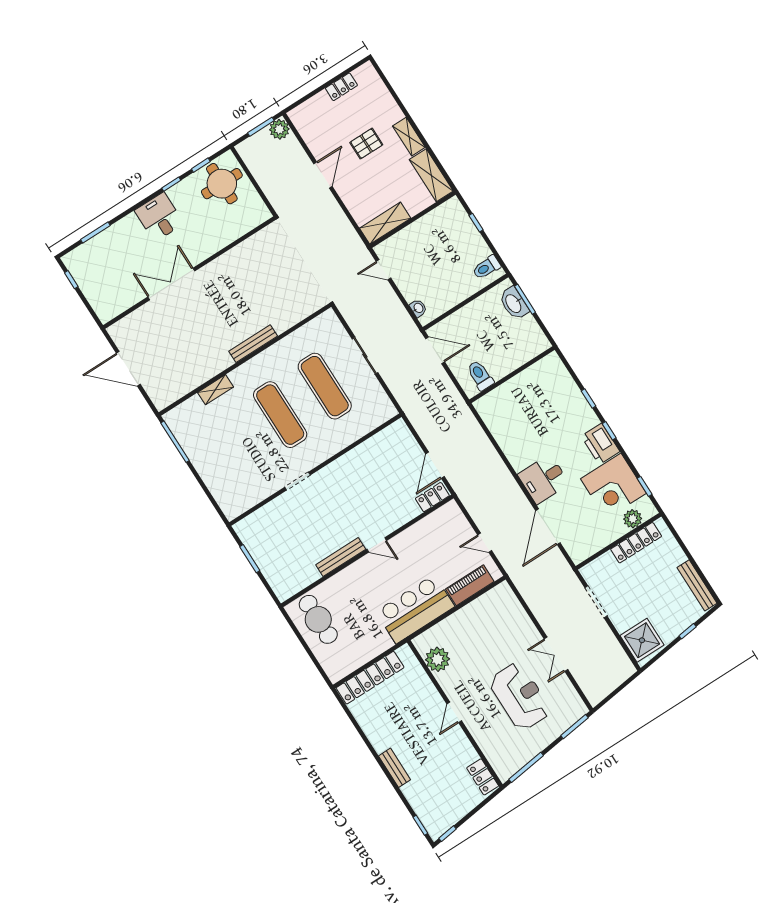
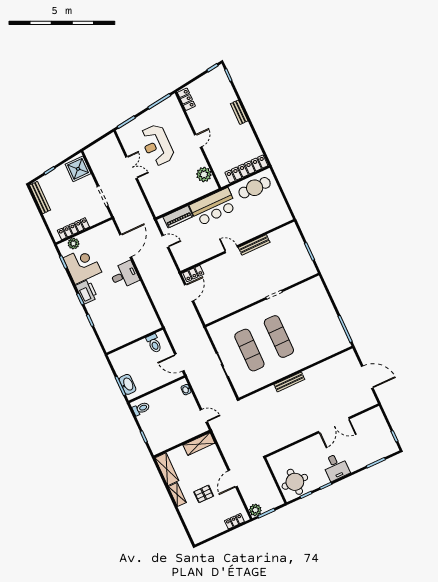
locker: (341, 87) -> (234, 521), moved
shelving: (216, 390) -> (316, 357), removed
cafe table: (318, 619) -> (255, 188), moved, turned 90

